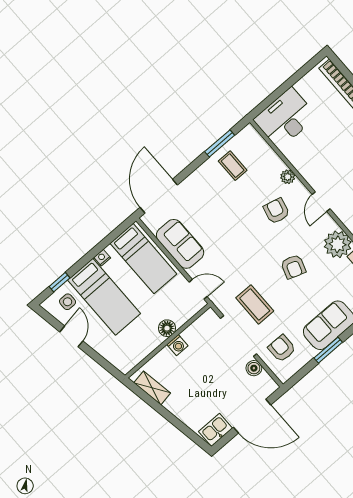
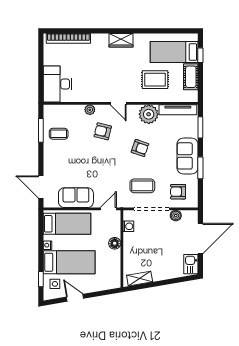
door: (159, 196) -> (41, 187), width x0.73
washing machine: (177, 345) -> (128, 226), moved

